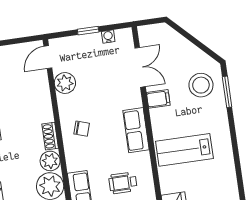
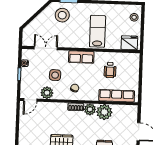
door: (48, 57) -> (30, 100), hinge flipped
side table: (97, 91) -> (55, 75), added
filing cabinet: (158, 99) -> (66, 41), removed
lab bench: (184, 150) -> (98, 31), turned 180

